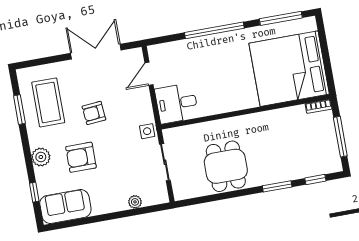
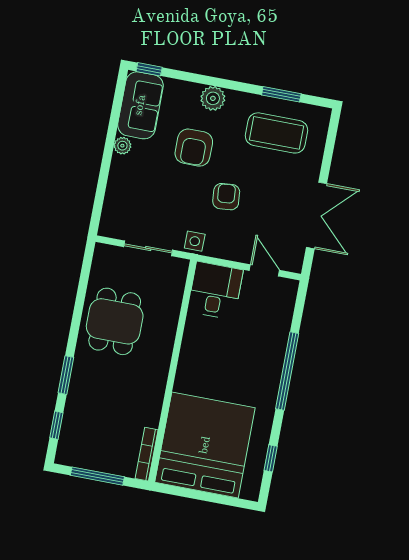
window: (281, 18) -> (271, 458), width x0.46
bookcase: (319, 106) -> (147, 454), width x1.56
armchair: (94, 113) -> (226, 197), moved
armchair: (81, 157) -> (194, 148), turned 180
dining table: (226, 166) -> (115, 321), turned 90
window: (34, 192) -> (149, 69), moved
plant: (135, 202) -> (122, 146), moved

